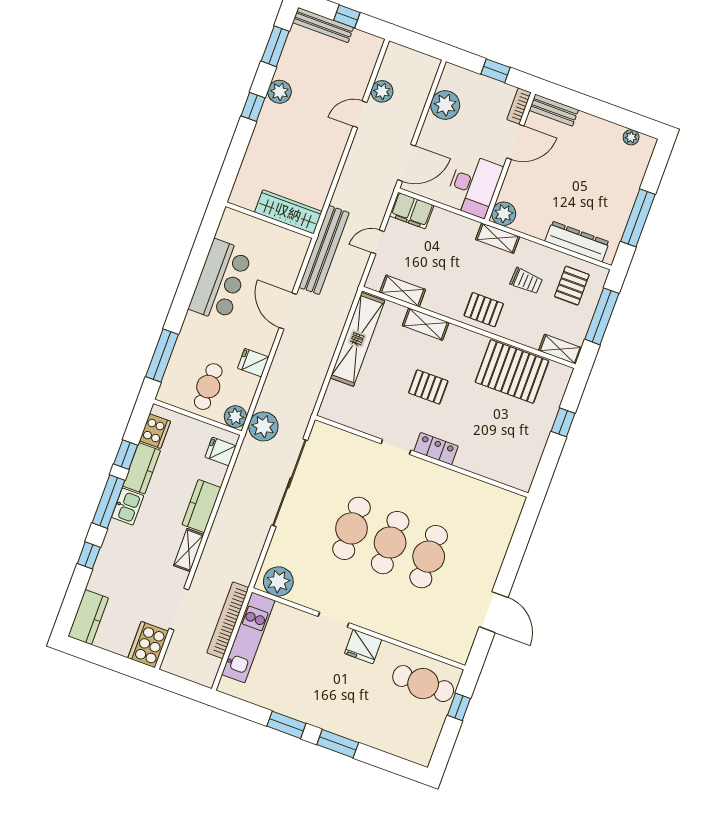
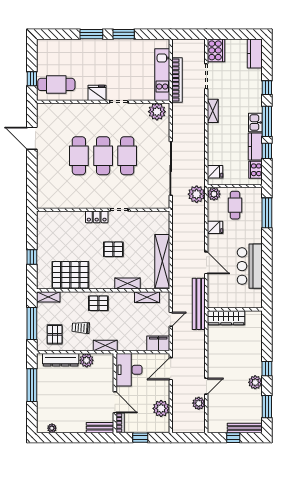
door: (515, 142) -> (115, 402), swing flipped
plant: (504, 214) -> (87, 360), moved
kitchen counter: (201, 506) -> (215, 138), removed

